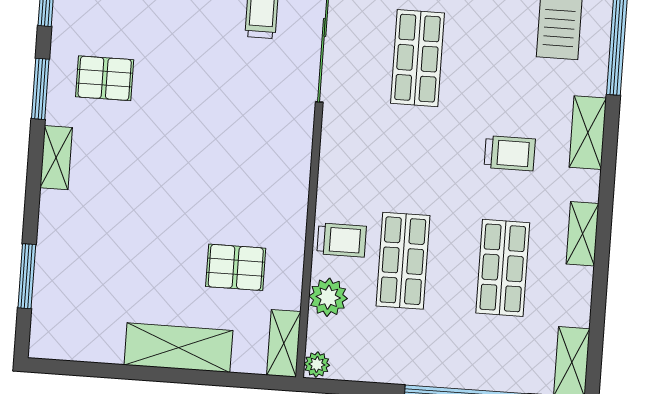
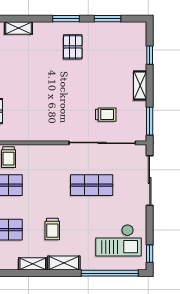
shelving: (56, 158) -> (19, 28), moved
shelving: (583, 234) -> (33, 264), moved

